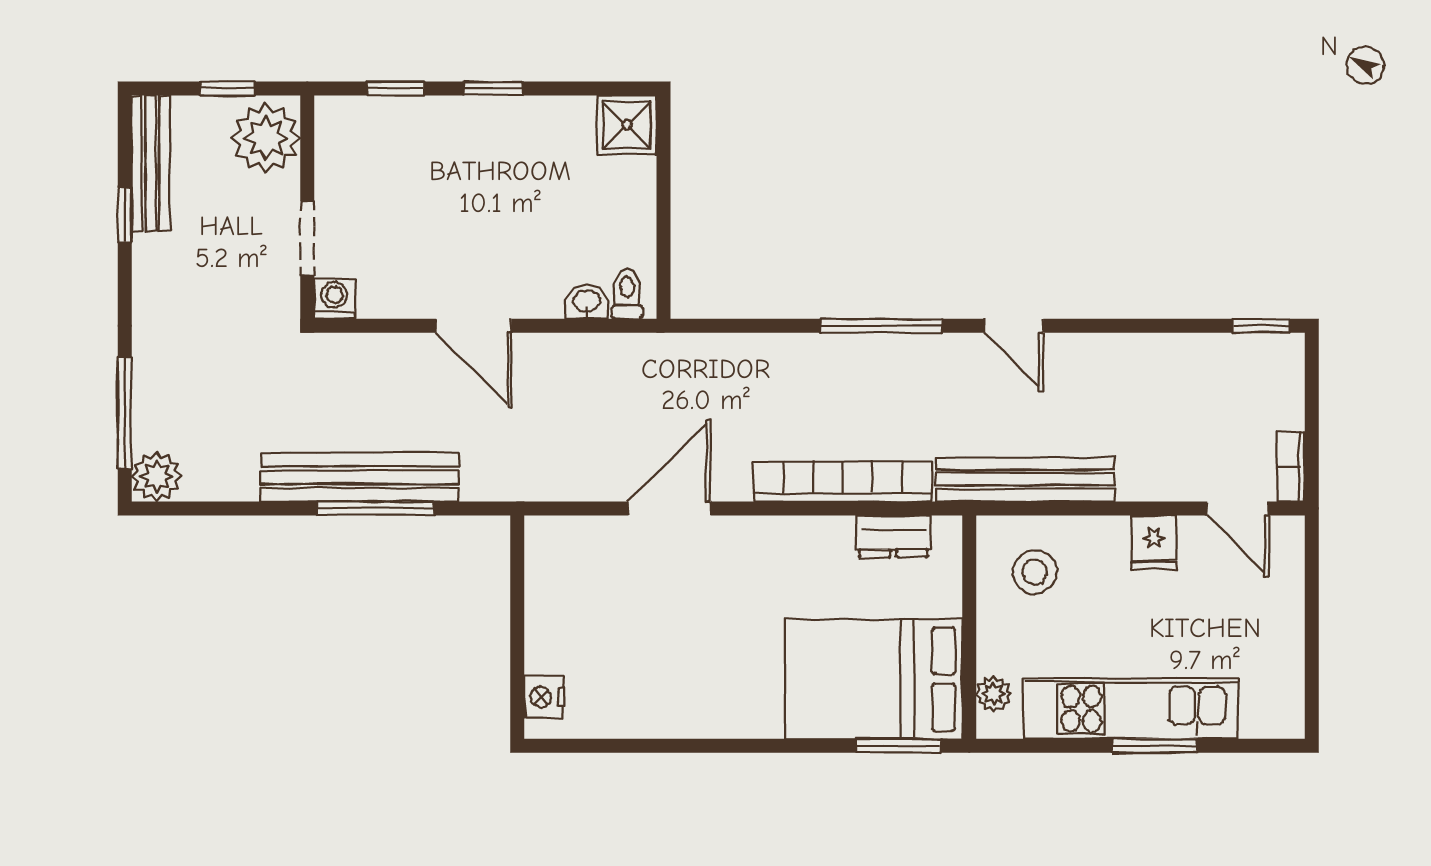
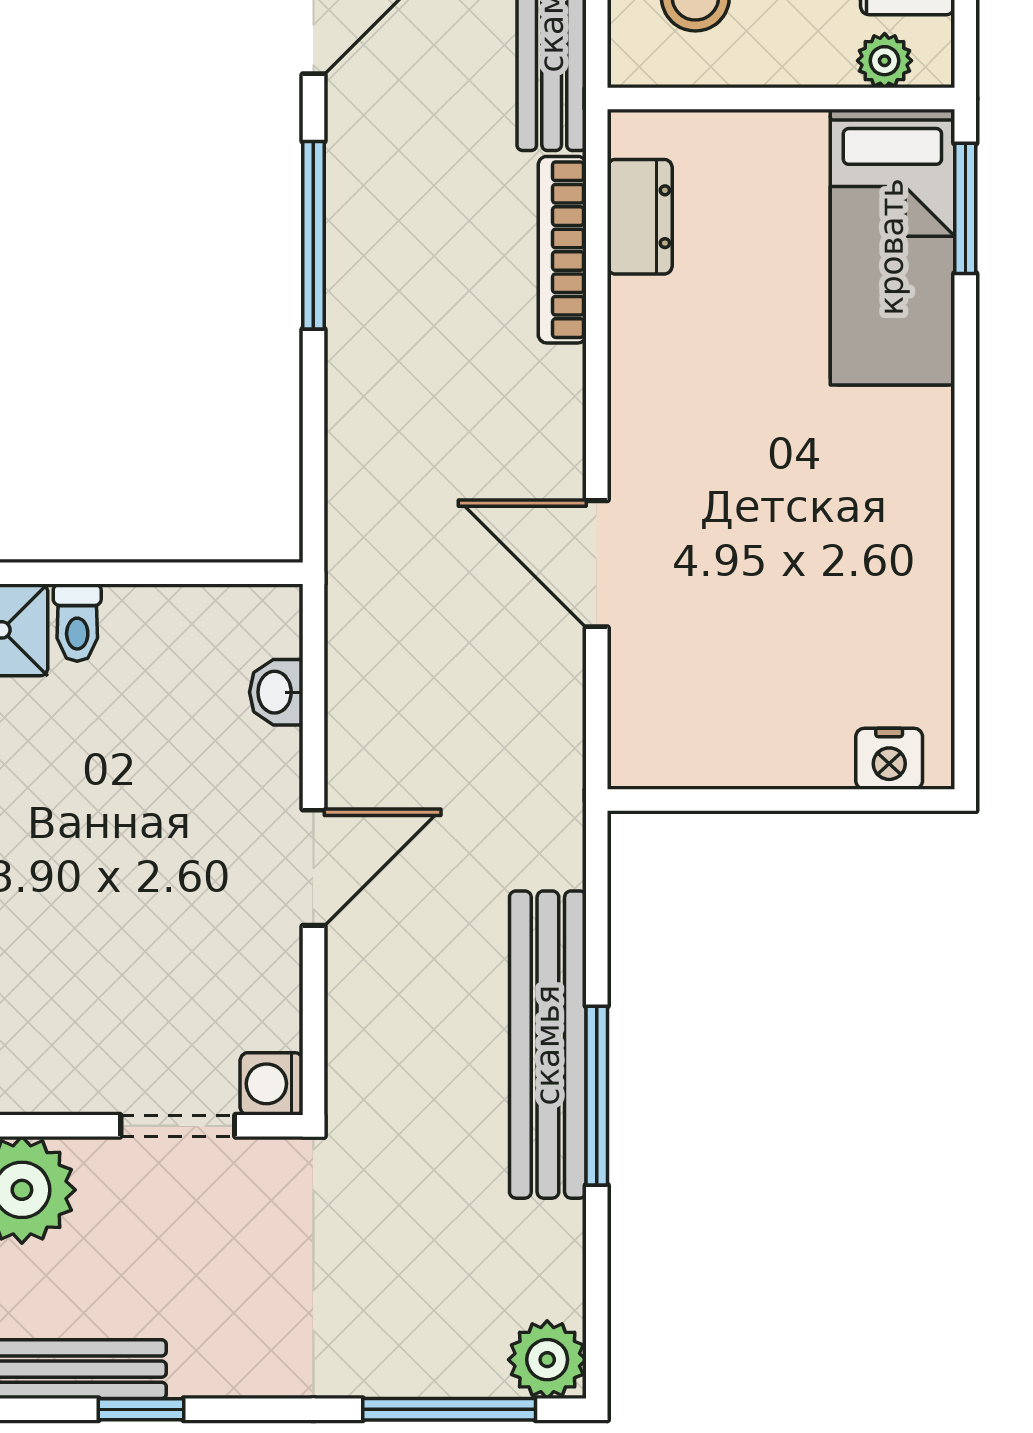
toilet: (627, 294) -> (77, 623), moved, turned -90
bookcase: (843, 481) -> (562, 250), width x0.68, depth x0.76
window: (376, 508) -> (597, 1096), moved
bed: (874, 679) -> (892, 247), width x0.67

